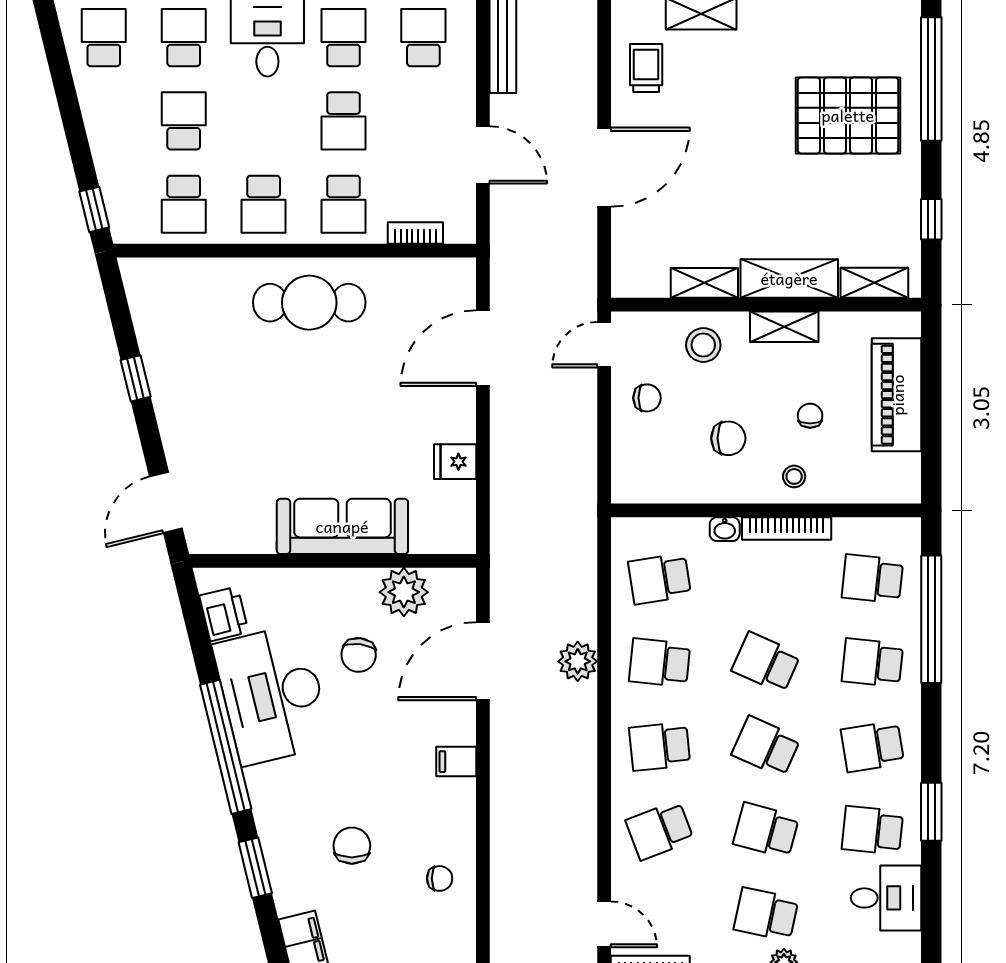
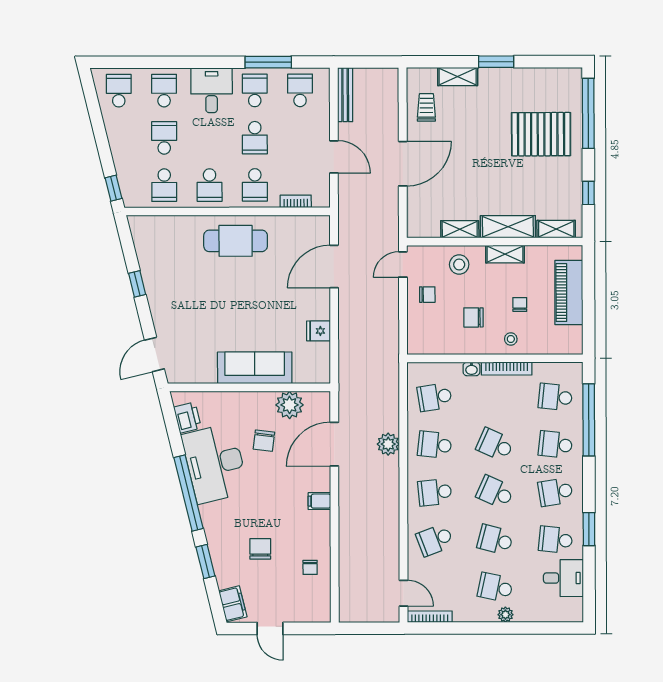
chair: (728, 438) -> (473, 317), turned 180
chair: (440, 878) -> (310, 567), turned 90

